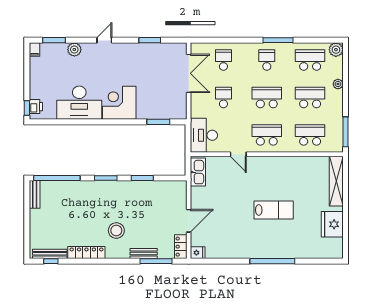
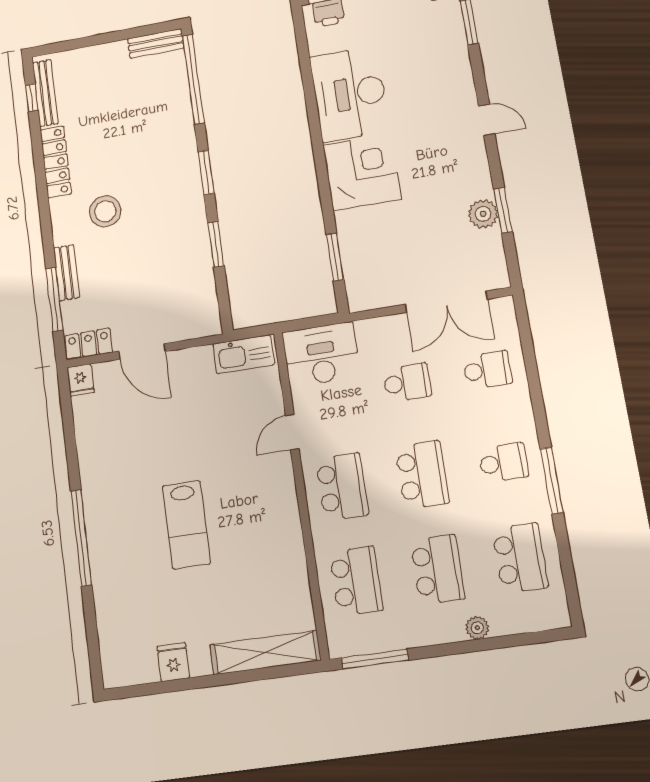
plant: (74, 50) -> (483, 214), moved
plant: (336, 50) -> (553, 613), removed
fridge: (332, 224) -> (173, 662), width x0.53, depth x0.75

